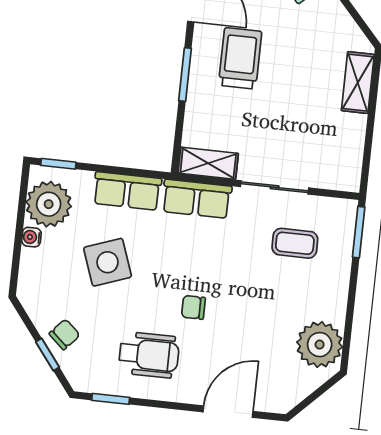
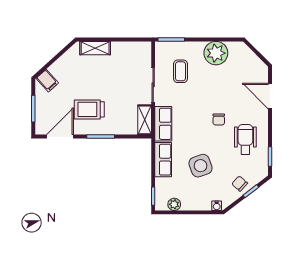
plant: (49, 204) -> (174, 204), width x0.53, depth x0.53
water cooler: (31, 237) -> (217, 206), moved
plant: (320, 345) -> (216, 53), moved

